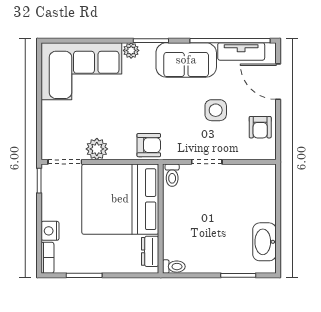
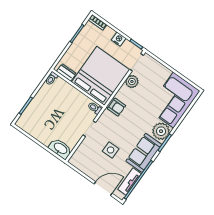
plant: (131, 50) -> (161, 131), width x1.88, depth x1.88
armchair: (260, 127) -> (88, 165), removed
armchair: (149, 145) -> (116, 107), turned -90
nightstand: (50, 231) -> (119, 39), moved
washbasin: (264, 242) -> (60, 149), moved

